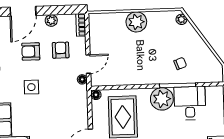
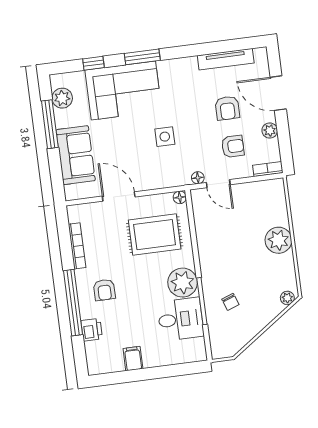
armchair: (31, 51) -> (227, 108), turned 180
side table: (31, 87) -> (165, 137), moved

